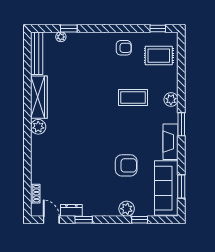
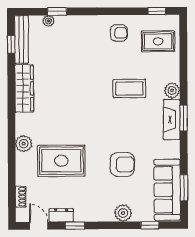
window: (27, 58) -> (11, 44), added
plant: (38, 127) -> (24, 144), moved
fireplace: (170, 142) -> (172, 119), moved
rug: (72, 162) -> (61, 161), added
window: (140, 220) -> (150, 225), moved

